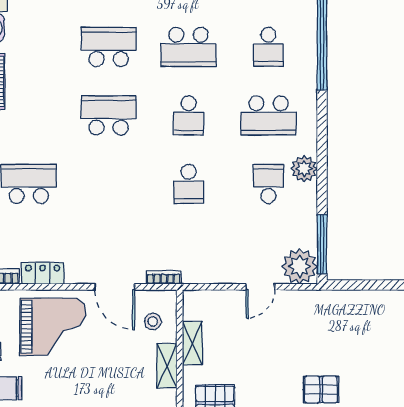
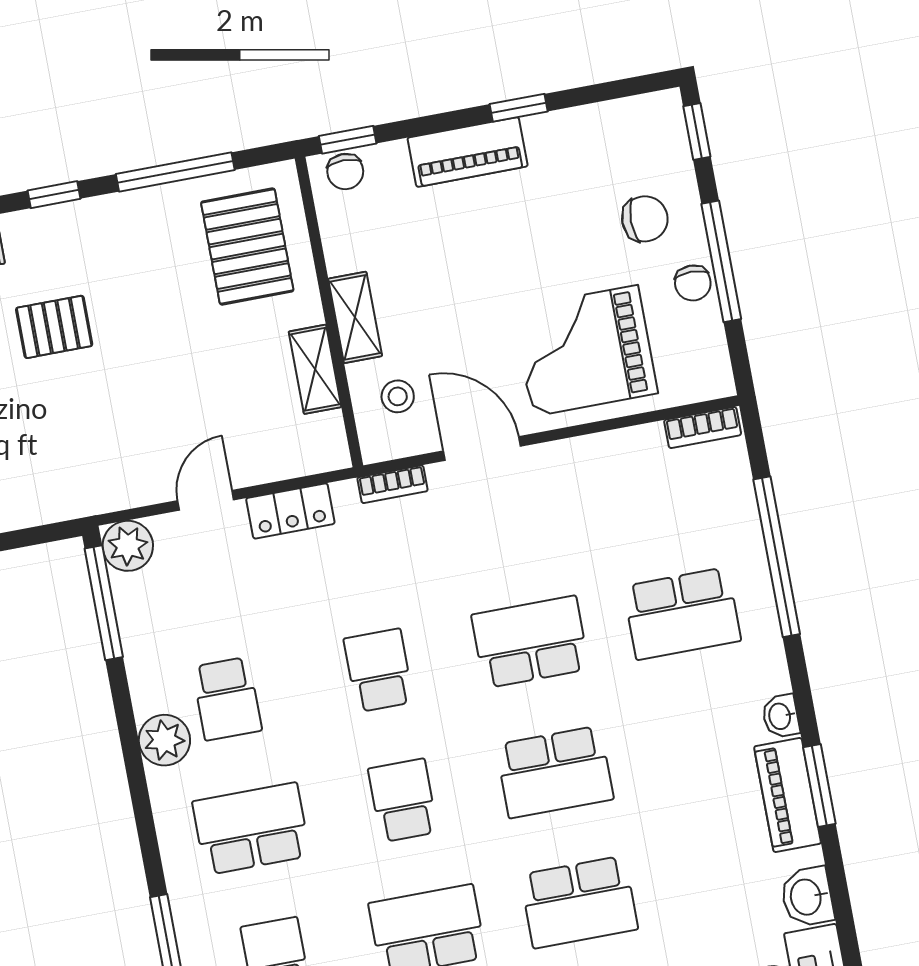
school desk: (109, 184) -> (530, 642), added
plant: (300, 266) -> (128, 546), width x0.73, depth x0.73
locker: (43, 273) -> (290, 511), moved

